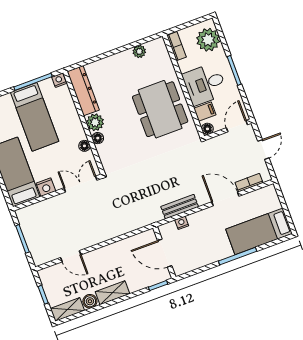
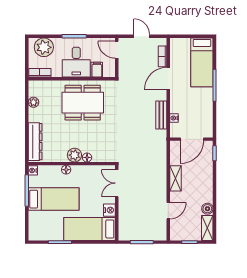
dresser: (83, 91) -> (35, 142), moved, turned 90
floor lamp: (207, 129) -> (111, 73), removed
floor lamp: (84, 146) -> (66, 170), moved
shelving: (112, 293) -> (175, 178), moved

